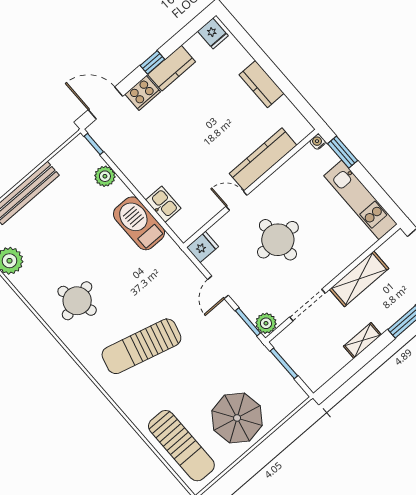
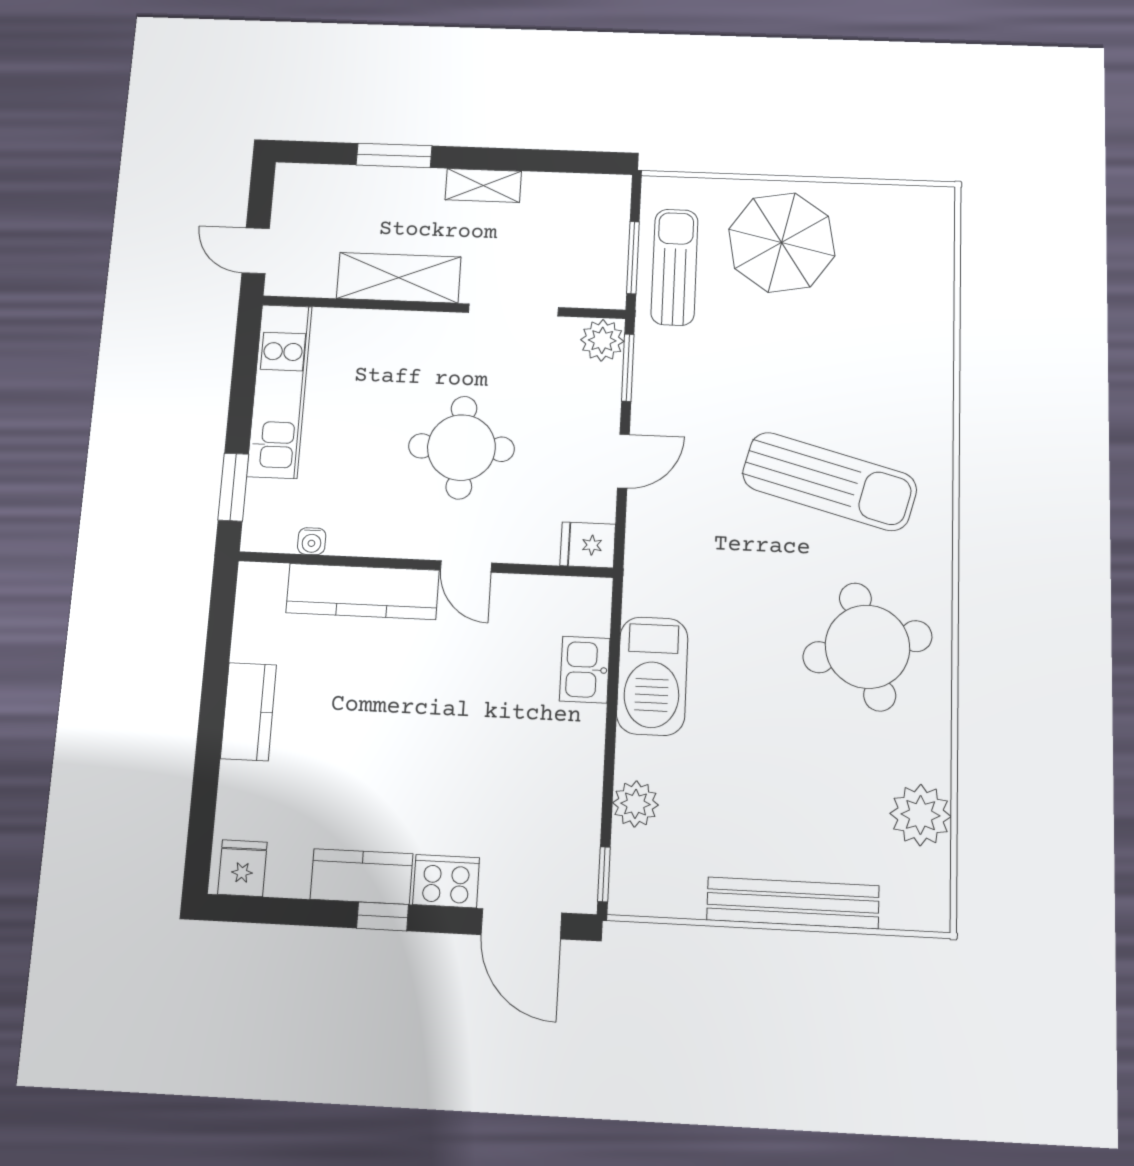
water cooler: (318, 142) -> (312, 541), moved
round table: (77, 301) -> (867, 647), width x1.36, depth x1.36
sun lounger: (181, 446) -> (675, 267), moved, width x0.73, depth x0.75

